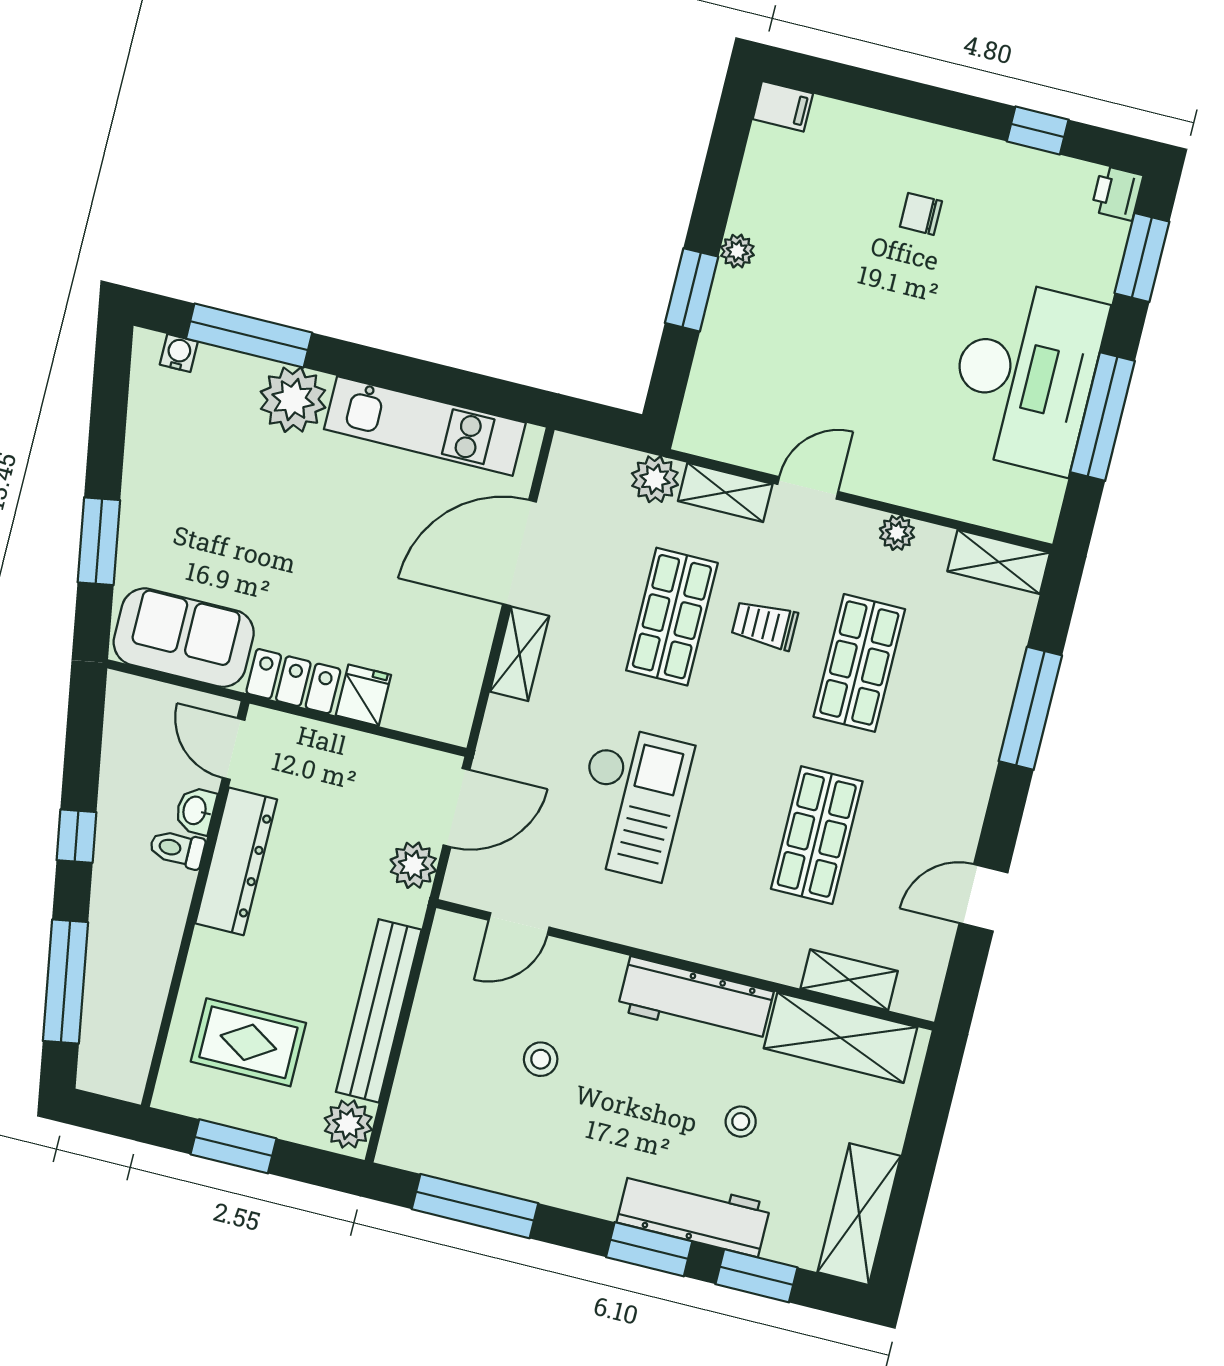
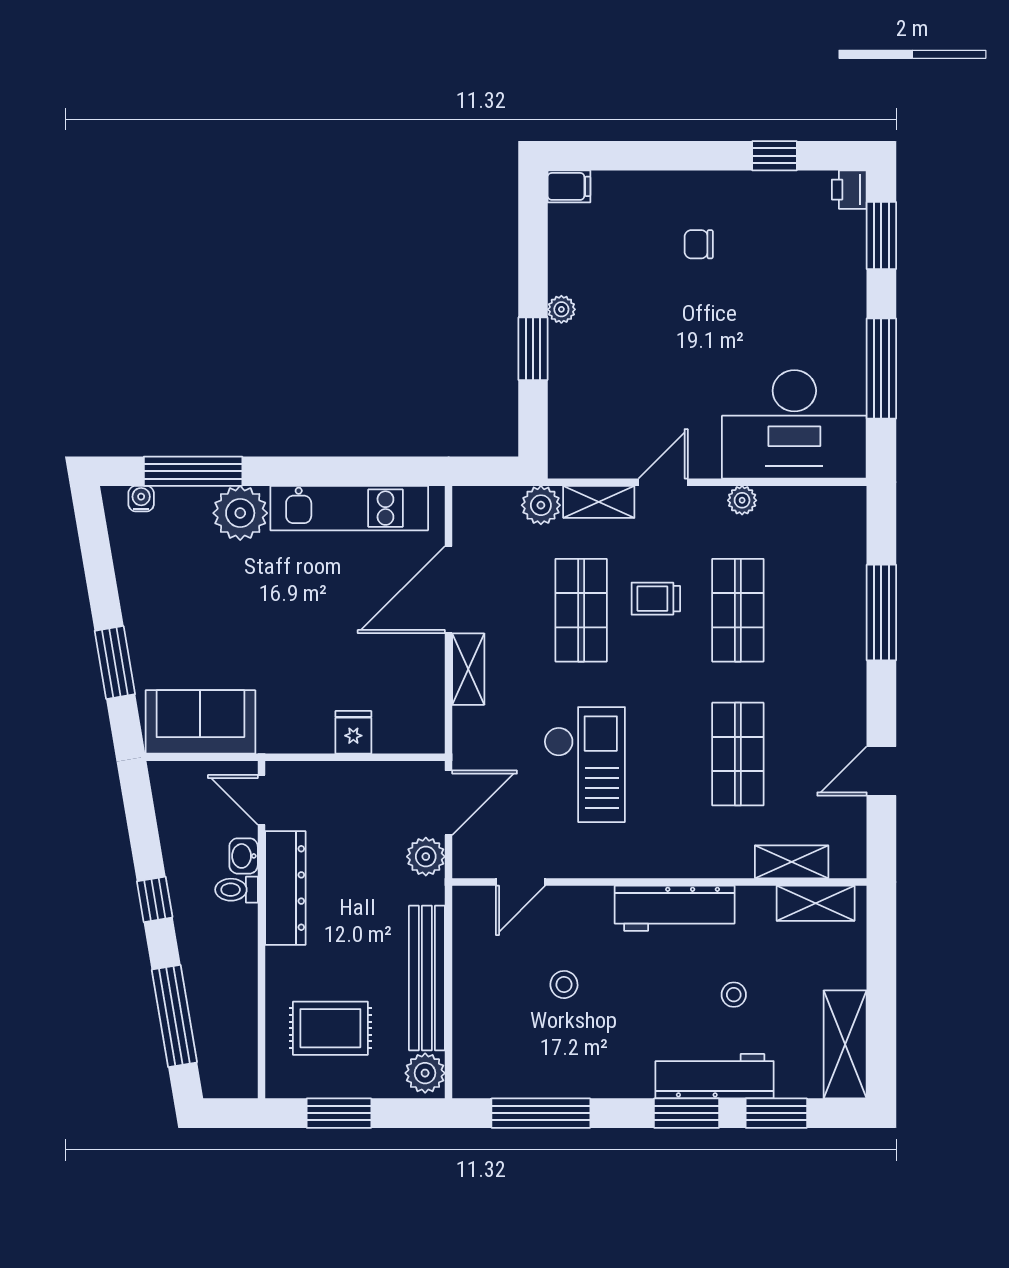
desk: (1025, 376) -> (794, 424), moved, turned 90
shelving: (999, 562) -> (828, 503), removed
locker: (293, 681) -> (295, 735), removed
shelving: (841, 1038) -> (816, 903), width x0.67, depth x0.75

